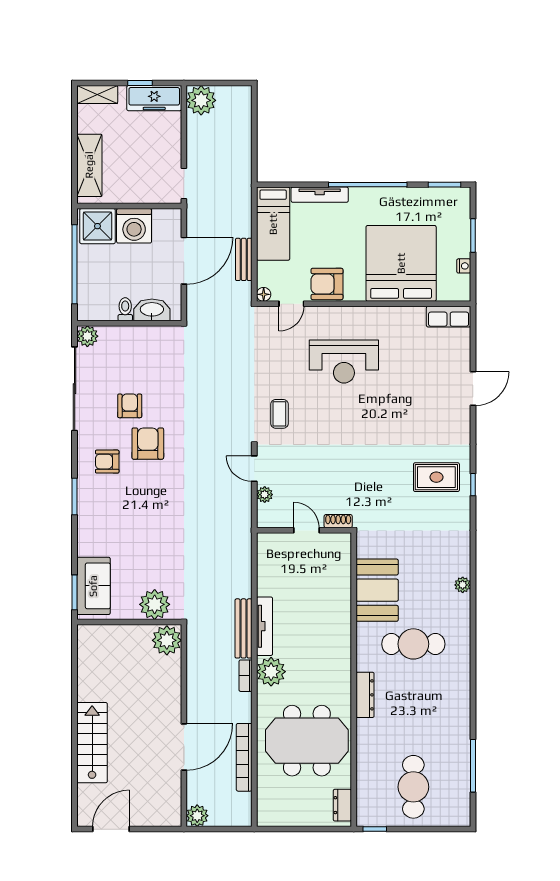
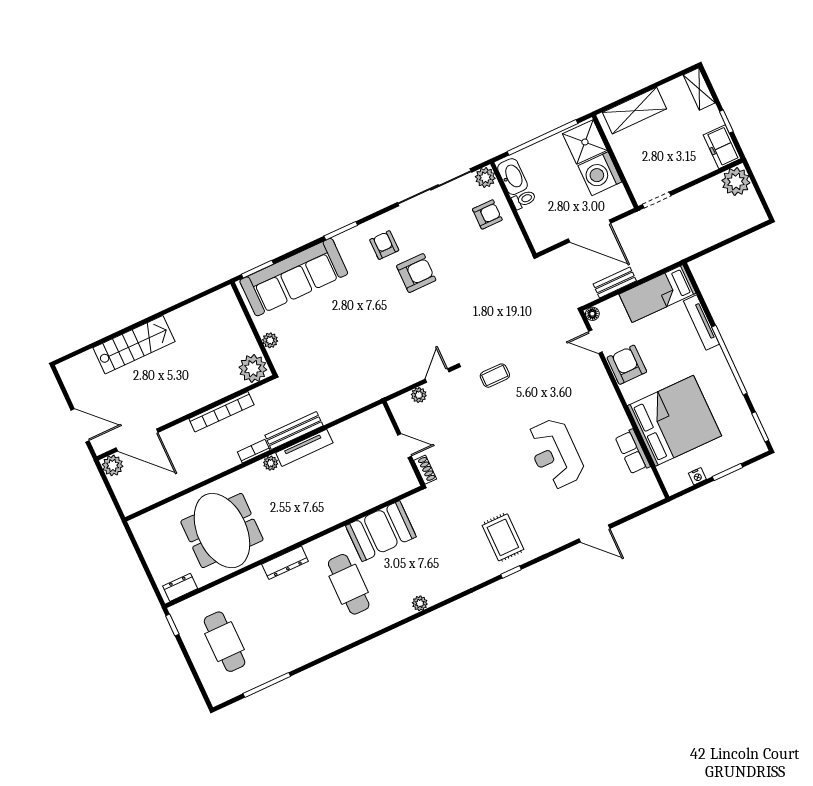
freezer: (154, 98) -> (722, 147), width x0.71
washbasin: (152, 310) -> (513, 177), moved
row of seats: (449, 317) -> (633, 452), moved
reception desk: (344, 361) -> (555, 454), moved
armchair: (130, 406) -> (487, 214), moved
door: (306, 530) -> (405, 446), hinge flipped
sofa: (93, 586) -> (294, 277), width x1.85, depth x1.27
plant: (155, 604) -> (270, 340), width x0.53, depth x0.53
plant: (271, 672) -> (271, 463), width x0.53, depth x0.53
door: (184, 747) -> (137, 440), moved
bookcase: (244, 757) -> (221, 412), moved, turned 180
cafe table: (413, 787) -> (225, 642), turned 90
door: (111, 829) -> (80, 425), moved

